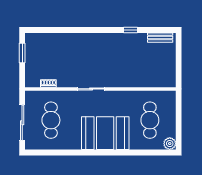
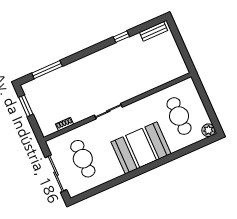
window: (54, 30) -> (47, 70), added

